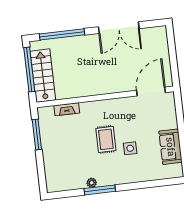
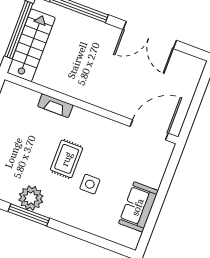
fireplace: (67, 109) -> (55, 106), moved
plant: (92, 183) -> (31, 198), width x1.87, depth x1.87

